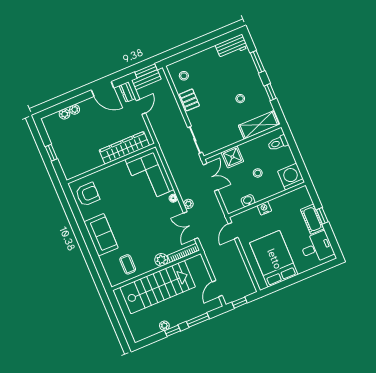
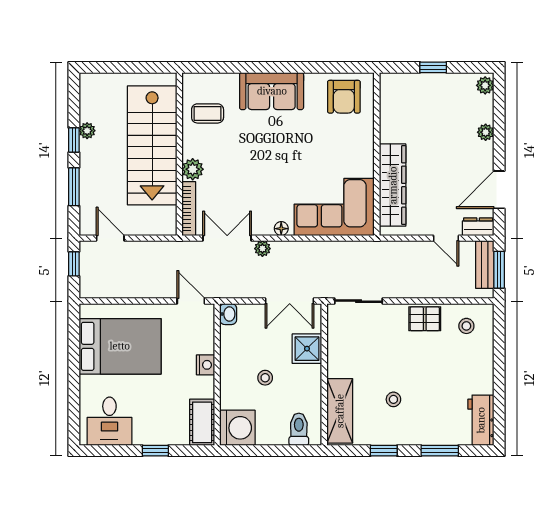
plant: (64, 114) -> (485, 85), moved
washbasin: (248, 201) -> (228, 314), moved
cot: (312, 219) -> (202, 422), moved, turned 90

